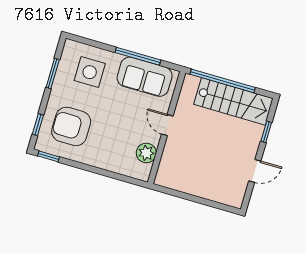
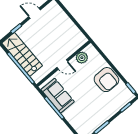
side table: (90, 72) -> (83, 116), removed
door: (167, 125) -> (62, 64), hinge flipped
armchair: (71, 126) -> (106, 80), moved

